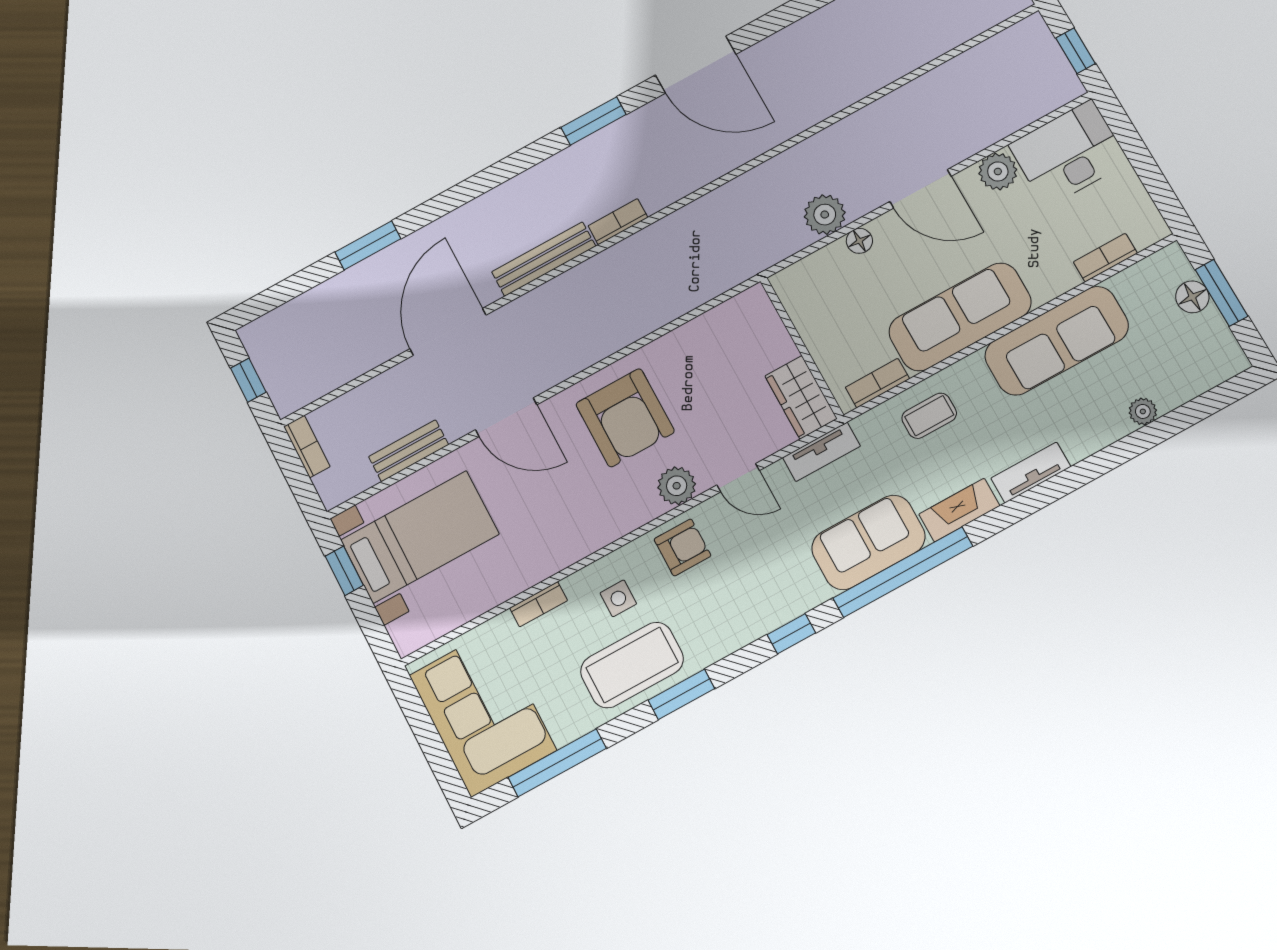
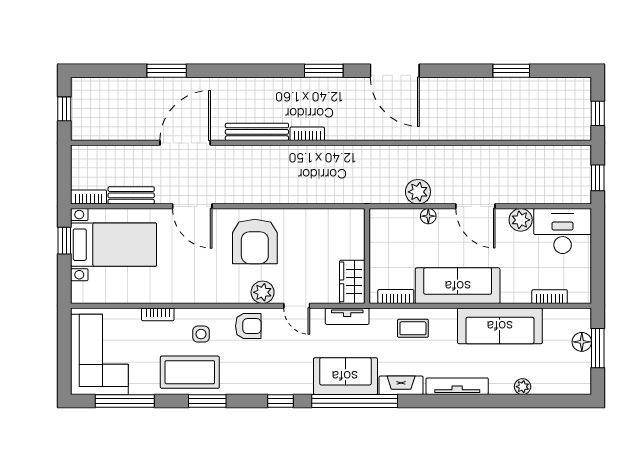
bookcase: (307, 447) -> (89, 197), moved, turned -90
tv unit: (1031, 473) -> (457, 386), width x1.41

